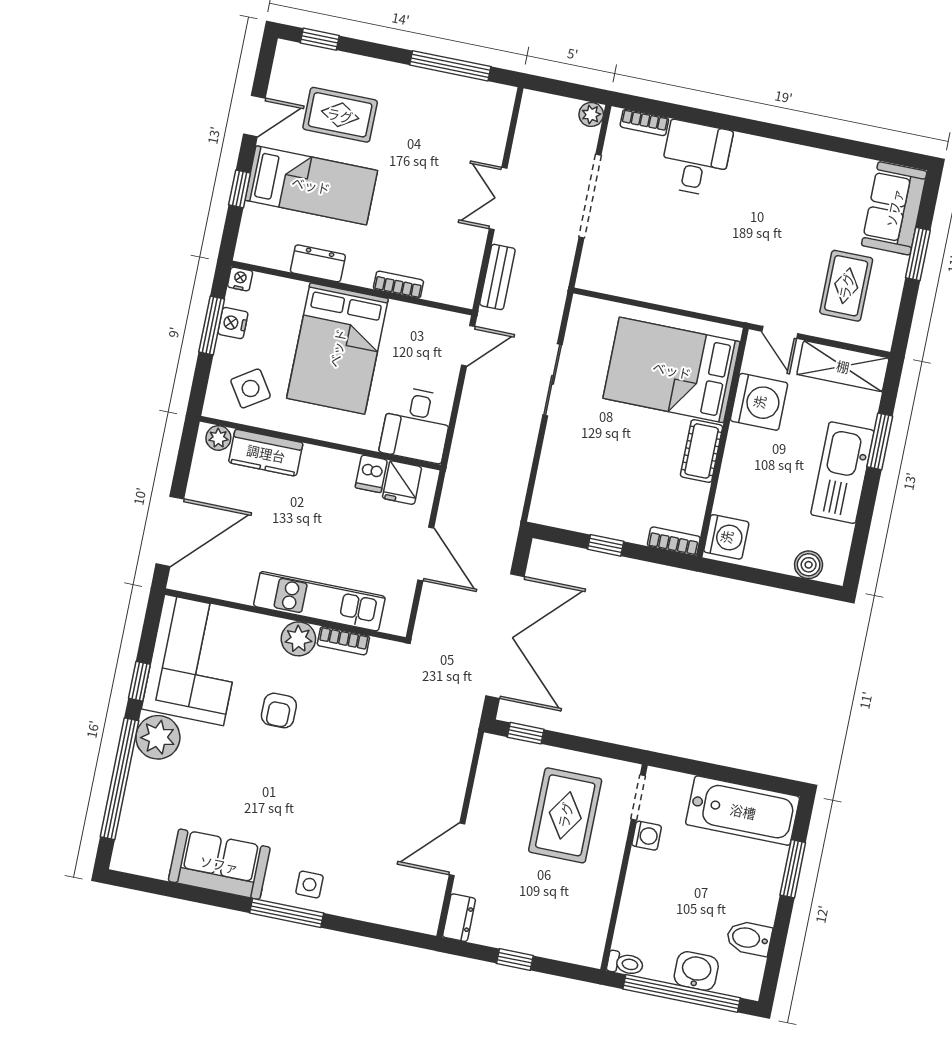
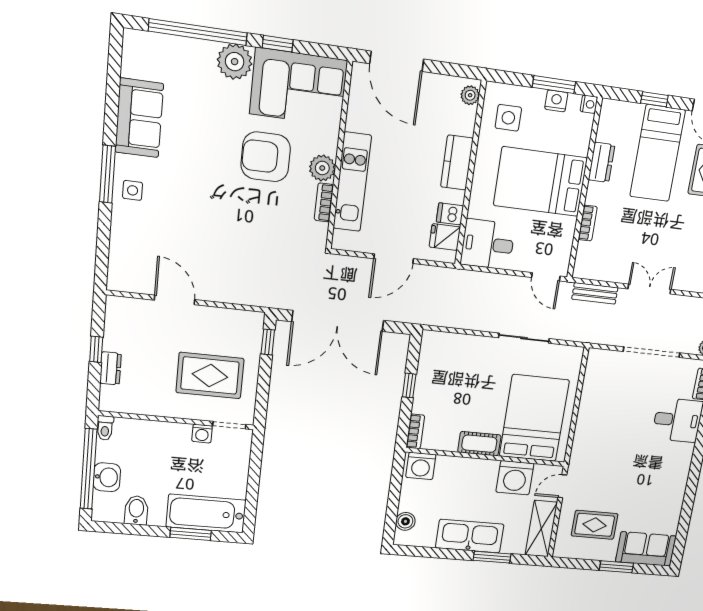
side table: (251, 388) -> (508, 118), turned 33
kitchen counter: (266, 453) -> (457, 163), moved
armchair: (279, 711) -> (266, 157), width x1.88, depth x1.88
bathtub: (743, 811) -> (206, 513), moved, turned 90
dresser: (459, 918) -> (111, 368), moved, turned -90

